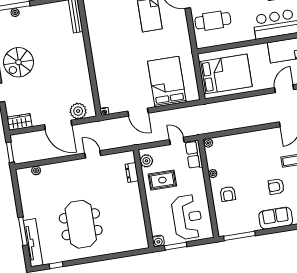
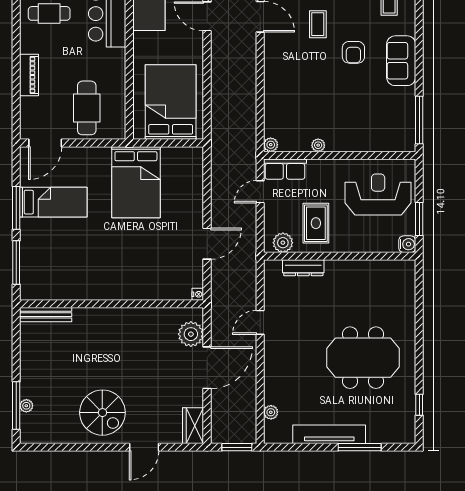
bed: (167, 82) -> (136, 182), moved, turned -90
dresser: (132, 173) -> (303, 268), width x1.44
armchair: (228, 194) -> (353, 127), removed
tv unit: (33, 243) -> (329, 434), moved

